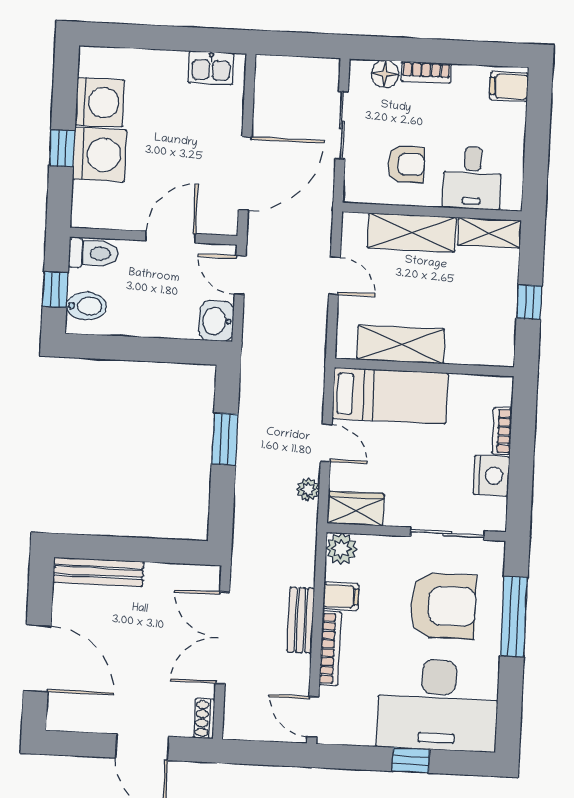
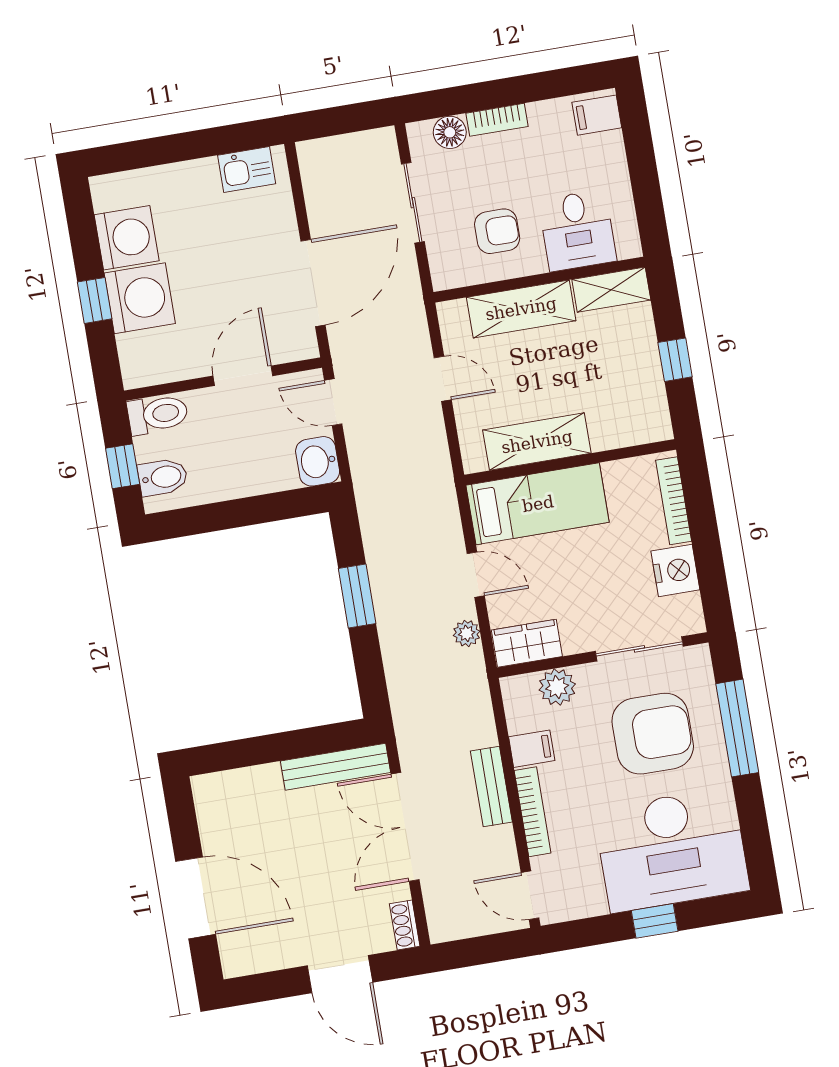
bookcase: (502, 431) -> (674, 501), width x1.56
plant: (341, 549) -> (557, 687), moved
bench: (98, 572) -> (335, 767), moved

